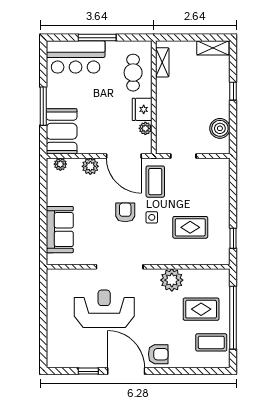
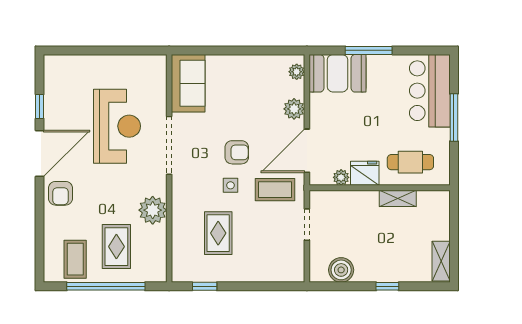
shelving: (162, 62) -> (398, 198), moved
sofa: (60, 230) -> (188, 83), moved, turned -90

